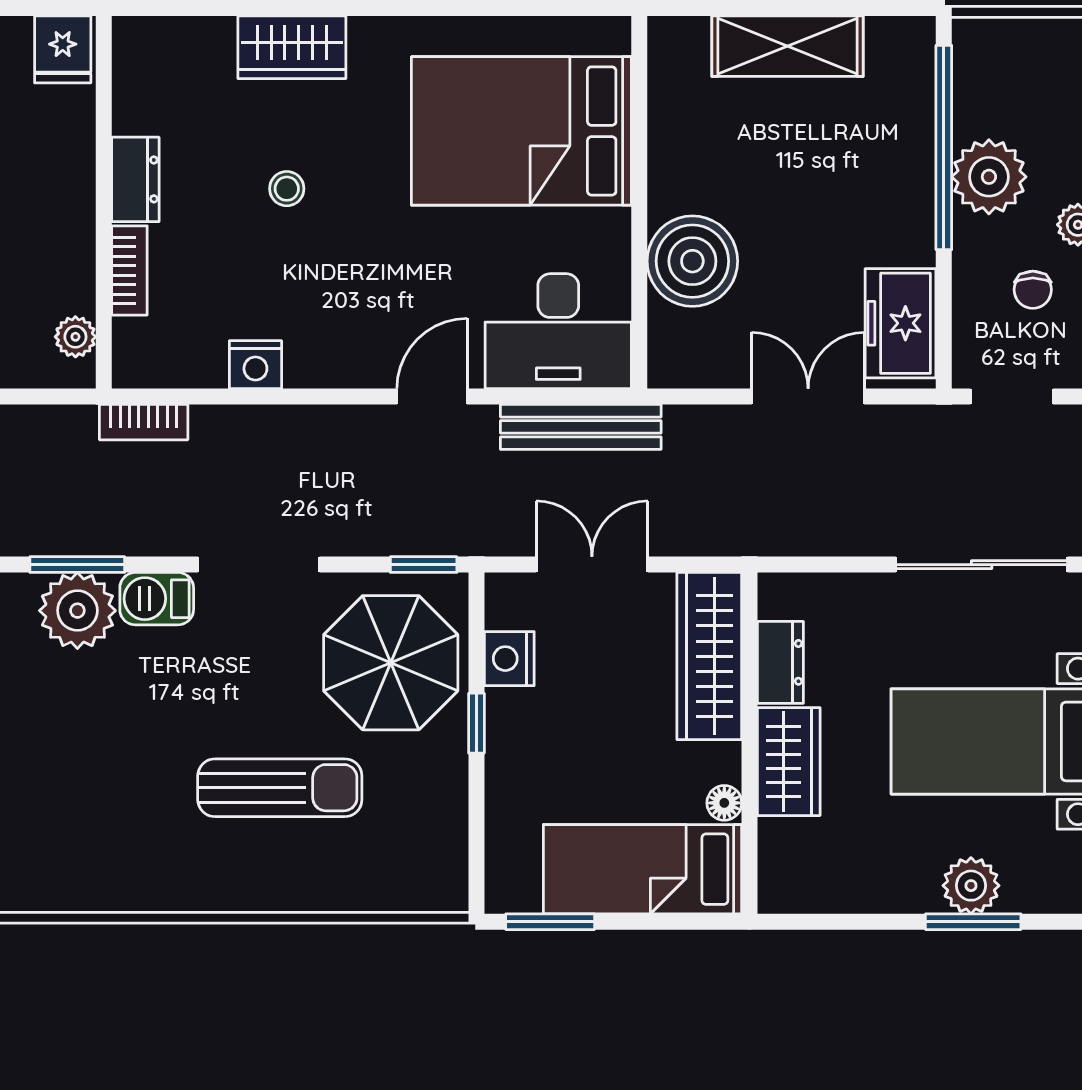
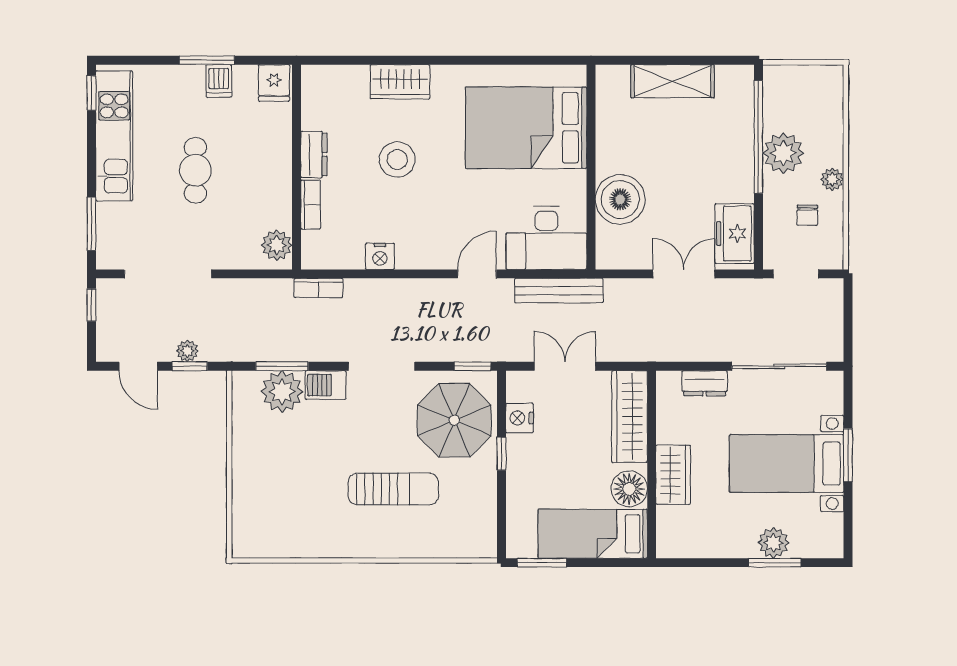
stool: (287, 189) -> (397, 160), width x1.89, depth x1.89
plant: (75, 337) -> (277, 245), width x1.38, depth x1.38
dresser: (780, 662) -> (705, 383), moved, turned 90
floor lamp: (724, 803) -> (629, 489), width x1.89, depth x1.89

